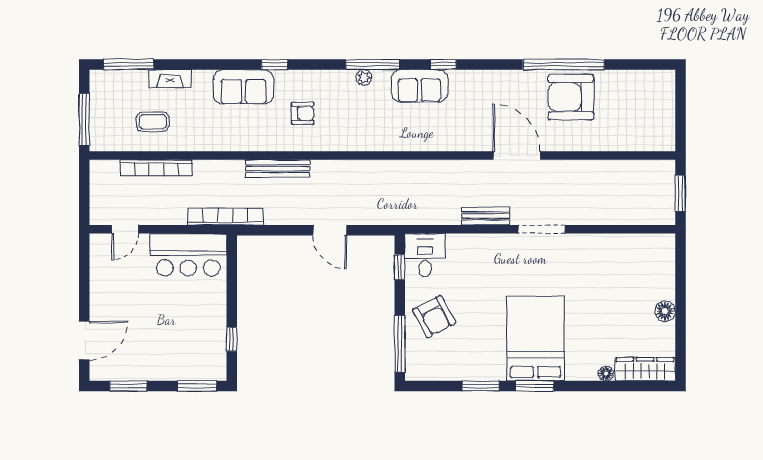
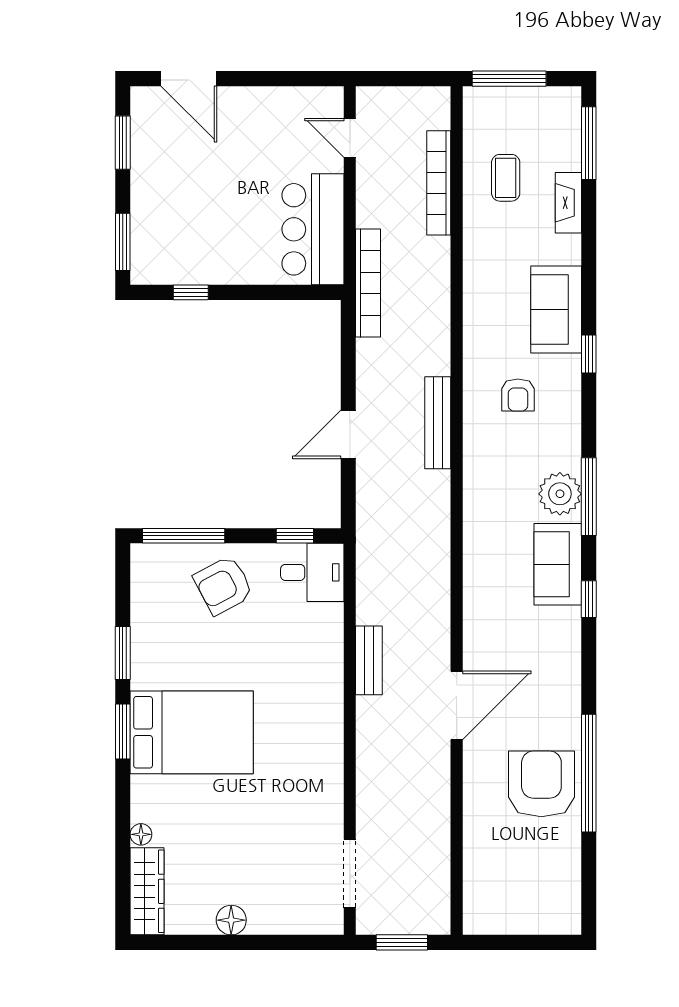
plant: (364, 77) -> (560, 494), width x1.88, depth x1.88
bench: (278, 169) -> (438, 423), moved
doorway: (542, 229) -> (350, 873), moved

